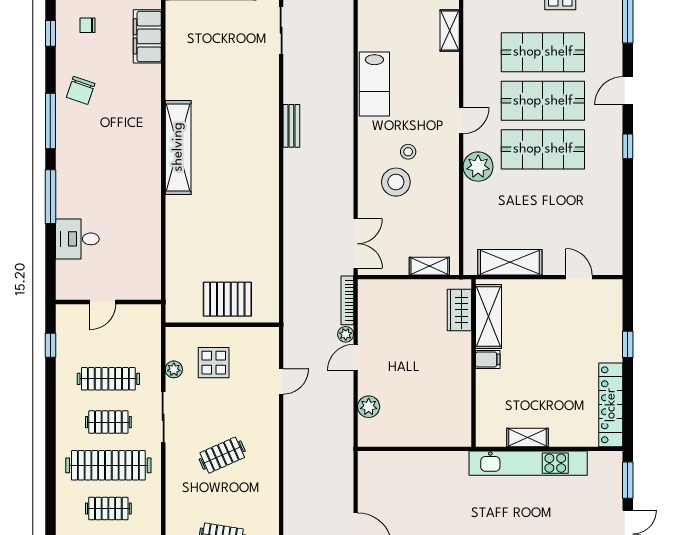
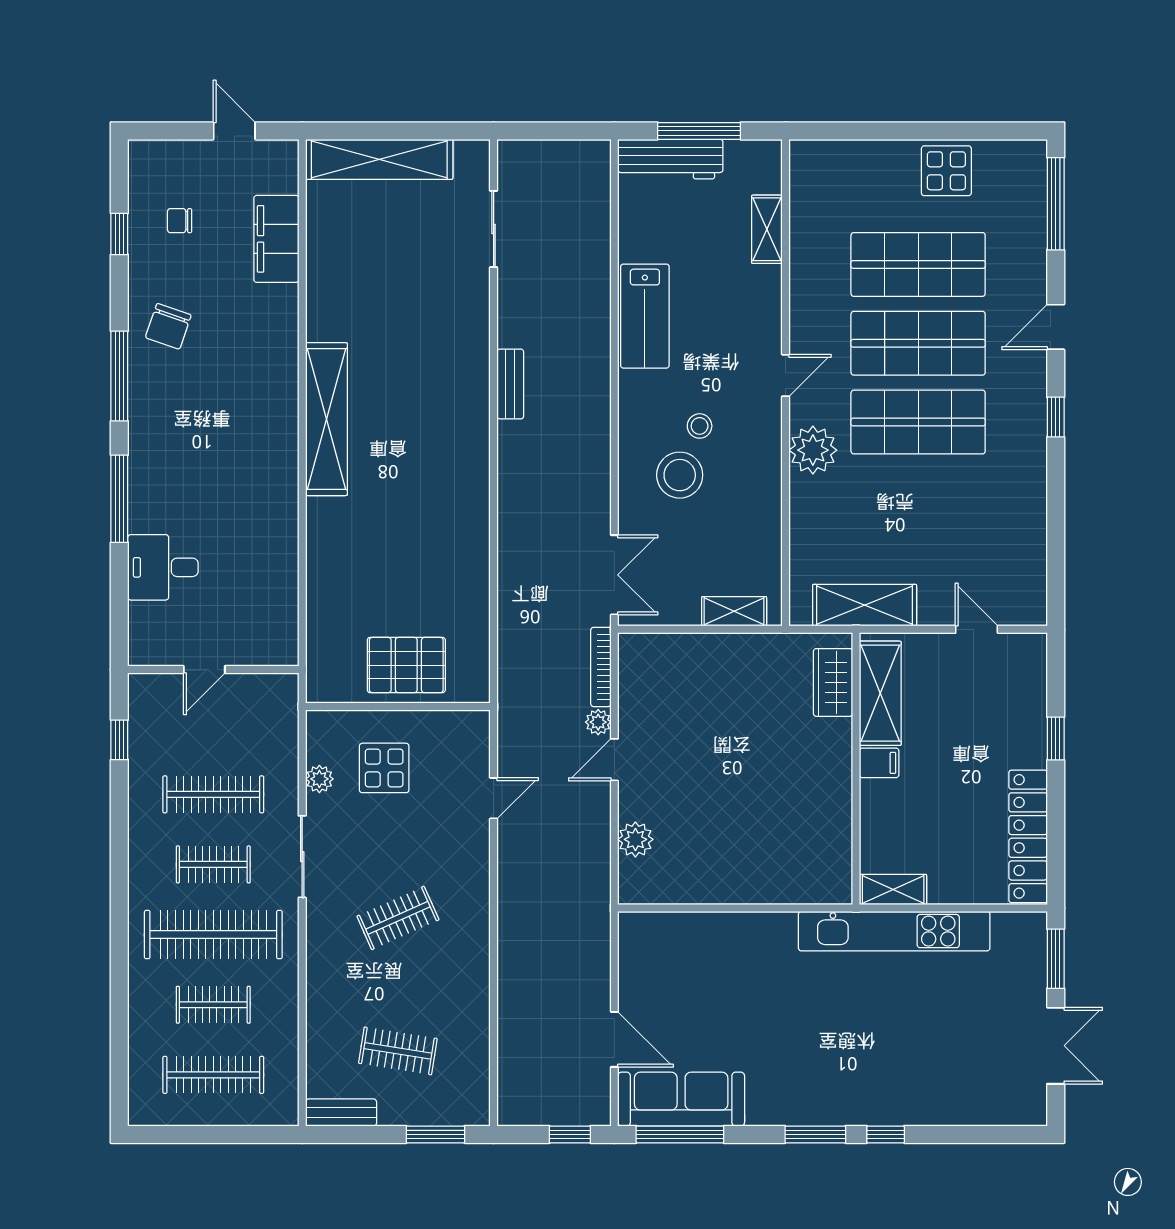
wardrobe: (459, 310) -> (833, 682), moved
shelving: (488, 317) -> (880, 693), moved
filing cabinet: (488, 359) -> (879, 763), moved
wall: (474, 363) -> (856, 769), moved

